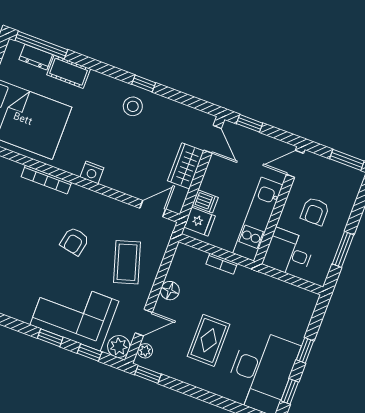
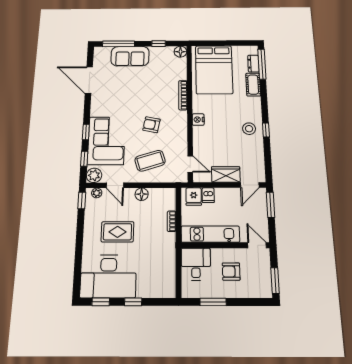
window: (250, 123) -> (270, 205), width x1.50

